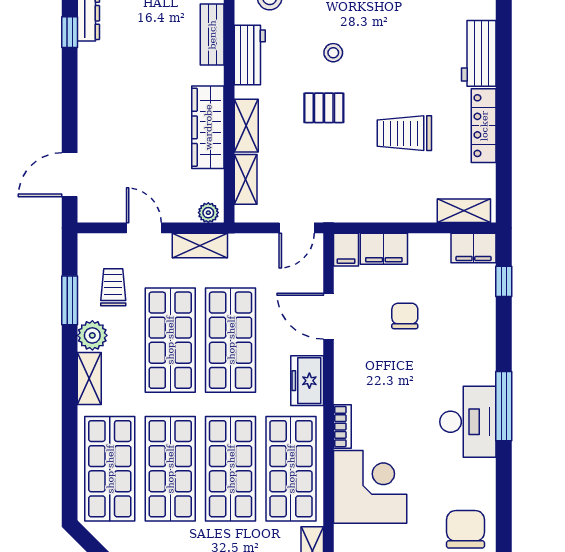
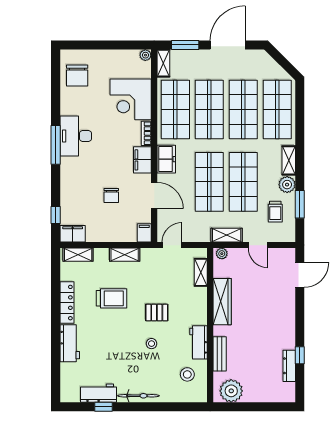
shelving: (246, 126) -> (125, 255), moved, turned 90
filing cabinet: (384, 249) -> (142, 160), moved, turned -90

